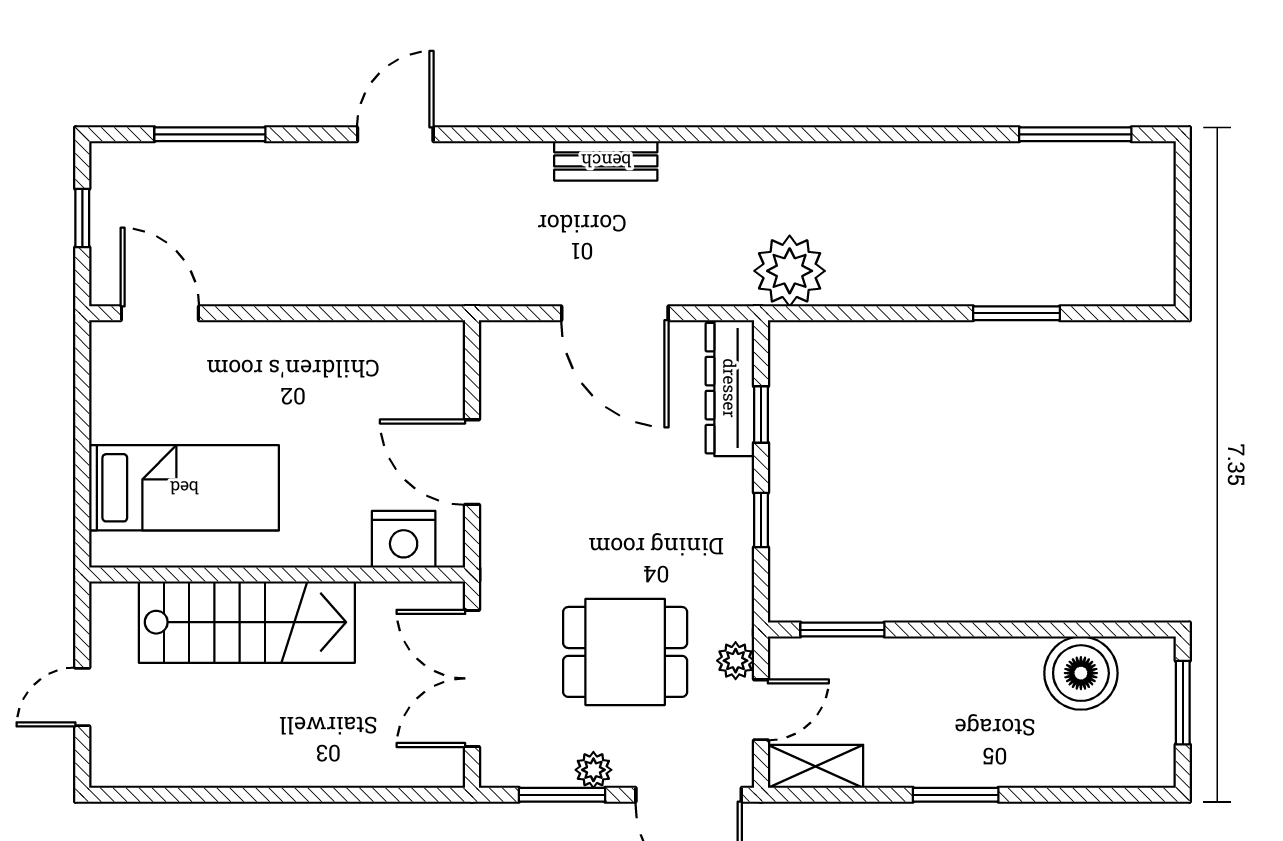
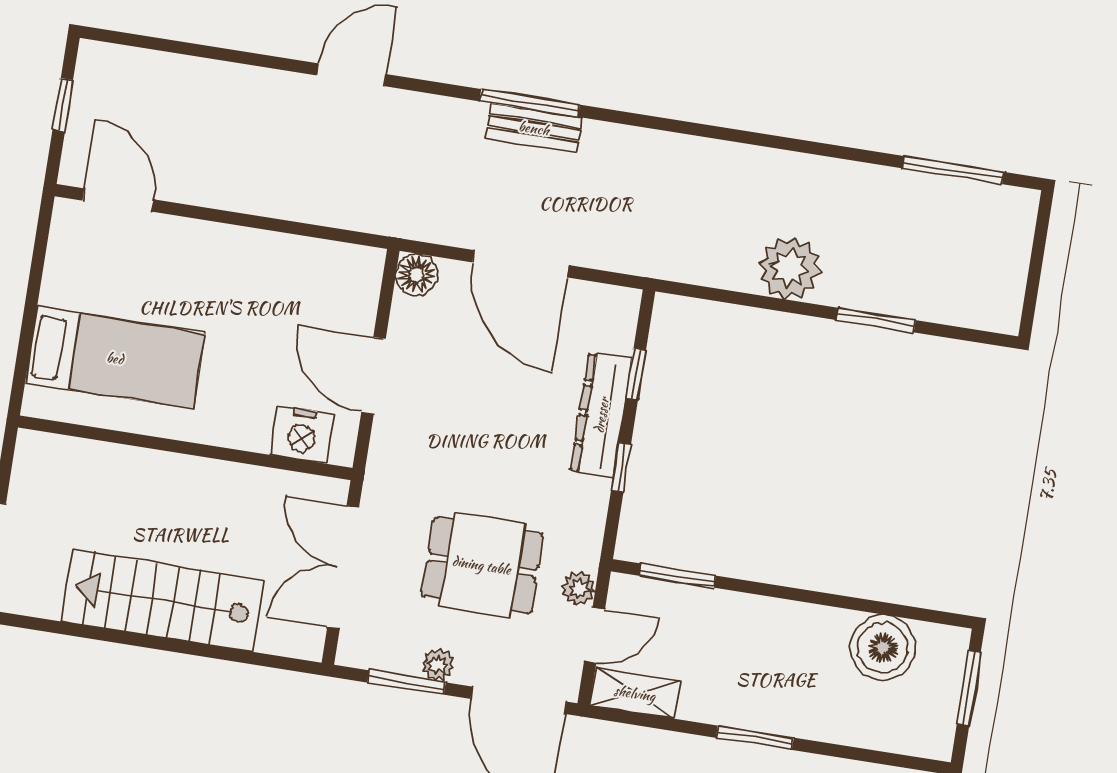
window: (210, 134) -> (530, 103), moved
plant: (790, 271) -> (790, 268), moved
floor lamp: (502, 343) -> (417, 275), added
dresser: (730, 388) -> (601, 415), moved
stairs: (247, 622) -> (163, 601), moved, turned 180

